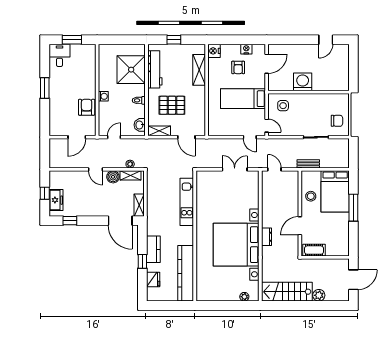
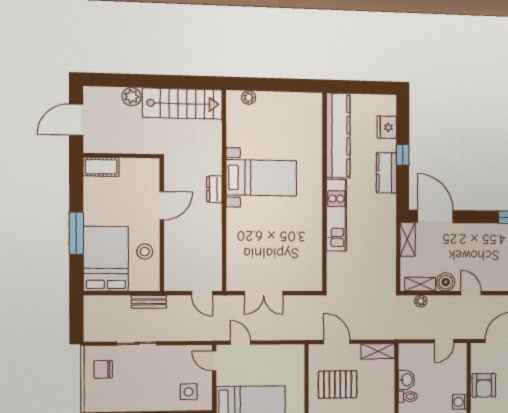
pallet: (172, 105) -> (338, 384), moved
washbasin: (140, 125) -> (406, 380), moved
kitchen unit: (187, 202) -> (336, 215), moved
bed with nightstands: (236, 245) -> (261, 178), width x0.54
cot: (314, 250) -> (101, 167), moved

